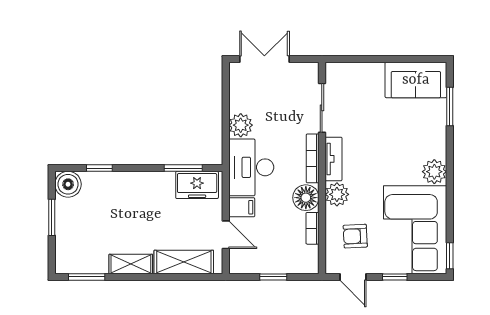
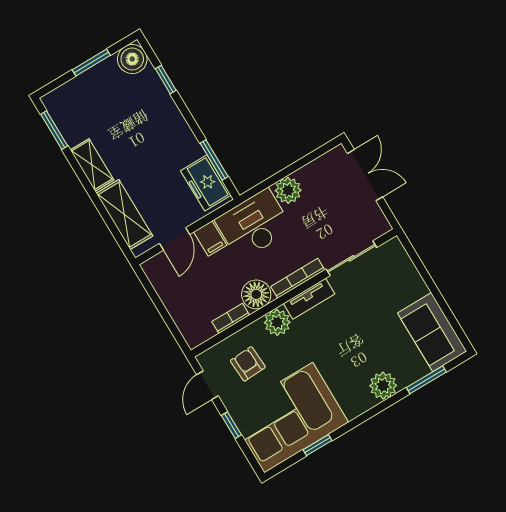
plant: (434, 172) -> (383, 386), moved
window: (450, 256) -> (318, 445), moved
window: (273, 277) -> (162, 309), removed

